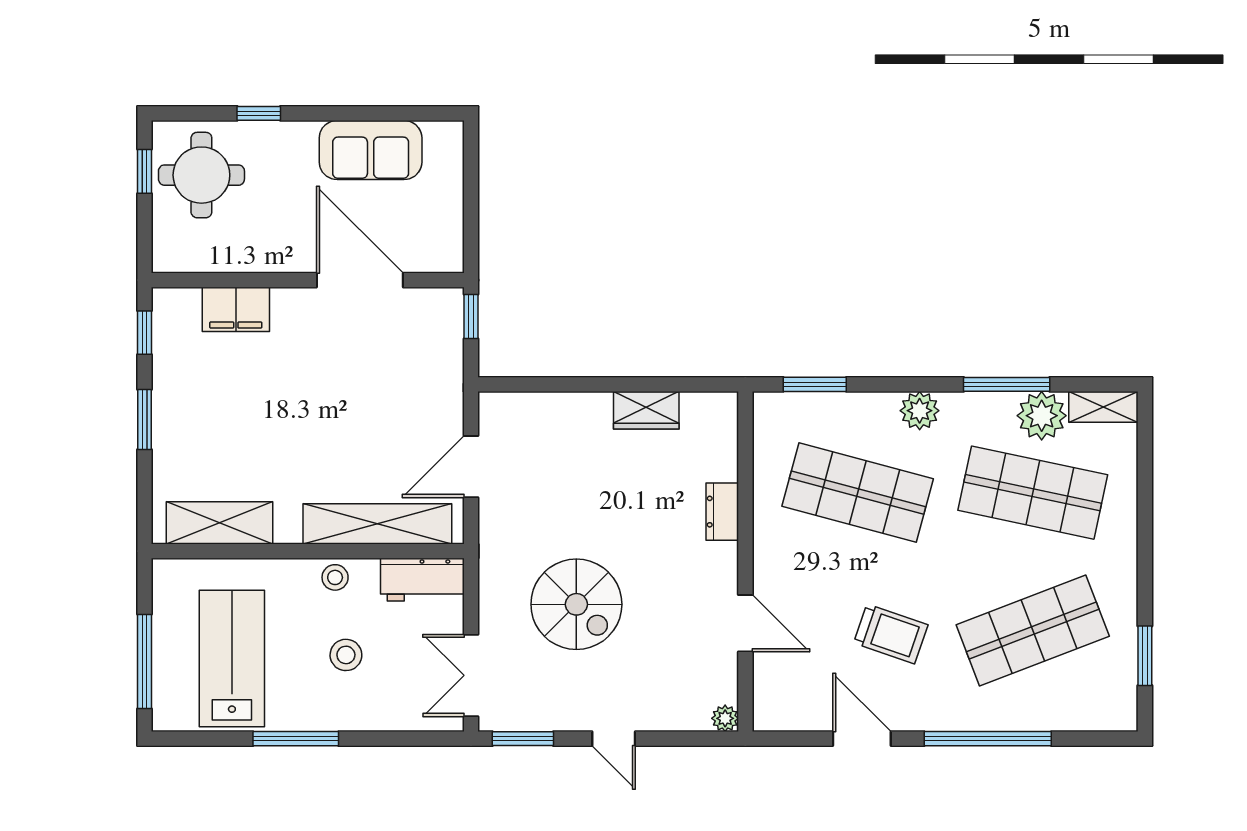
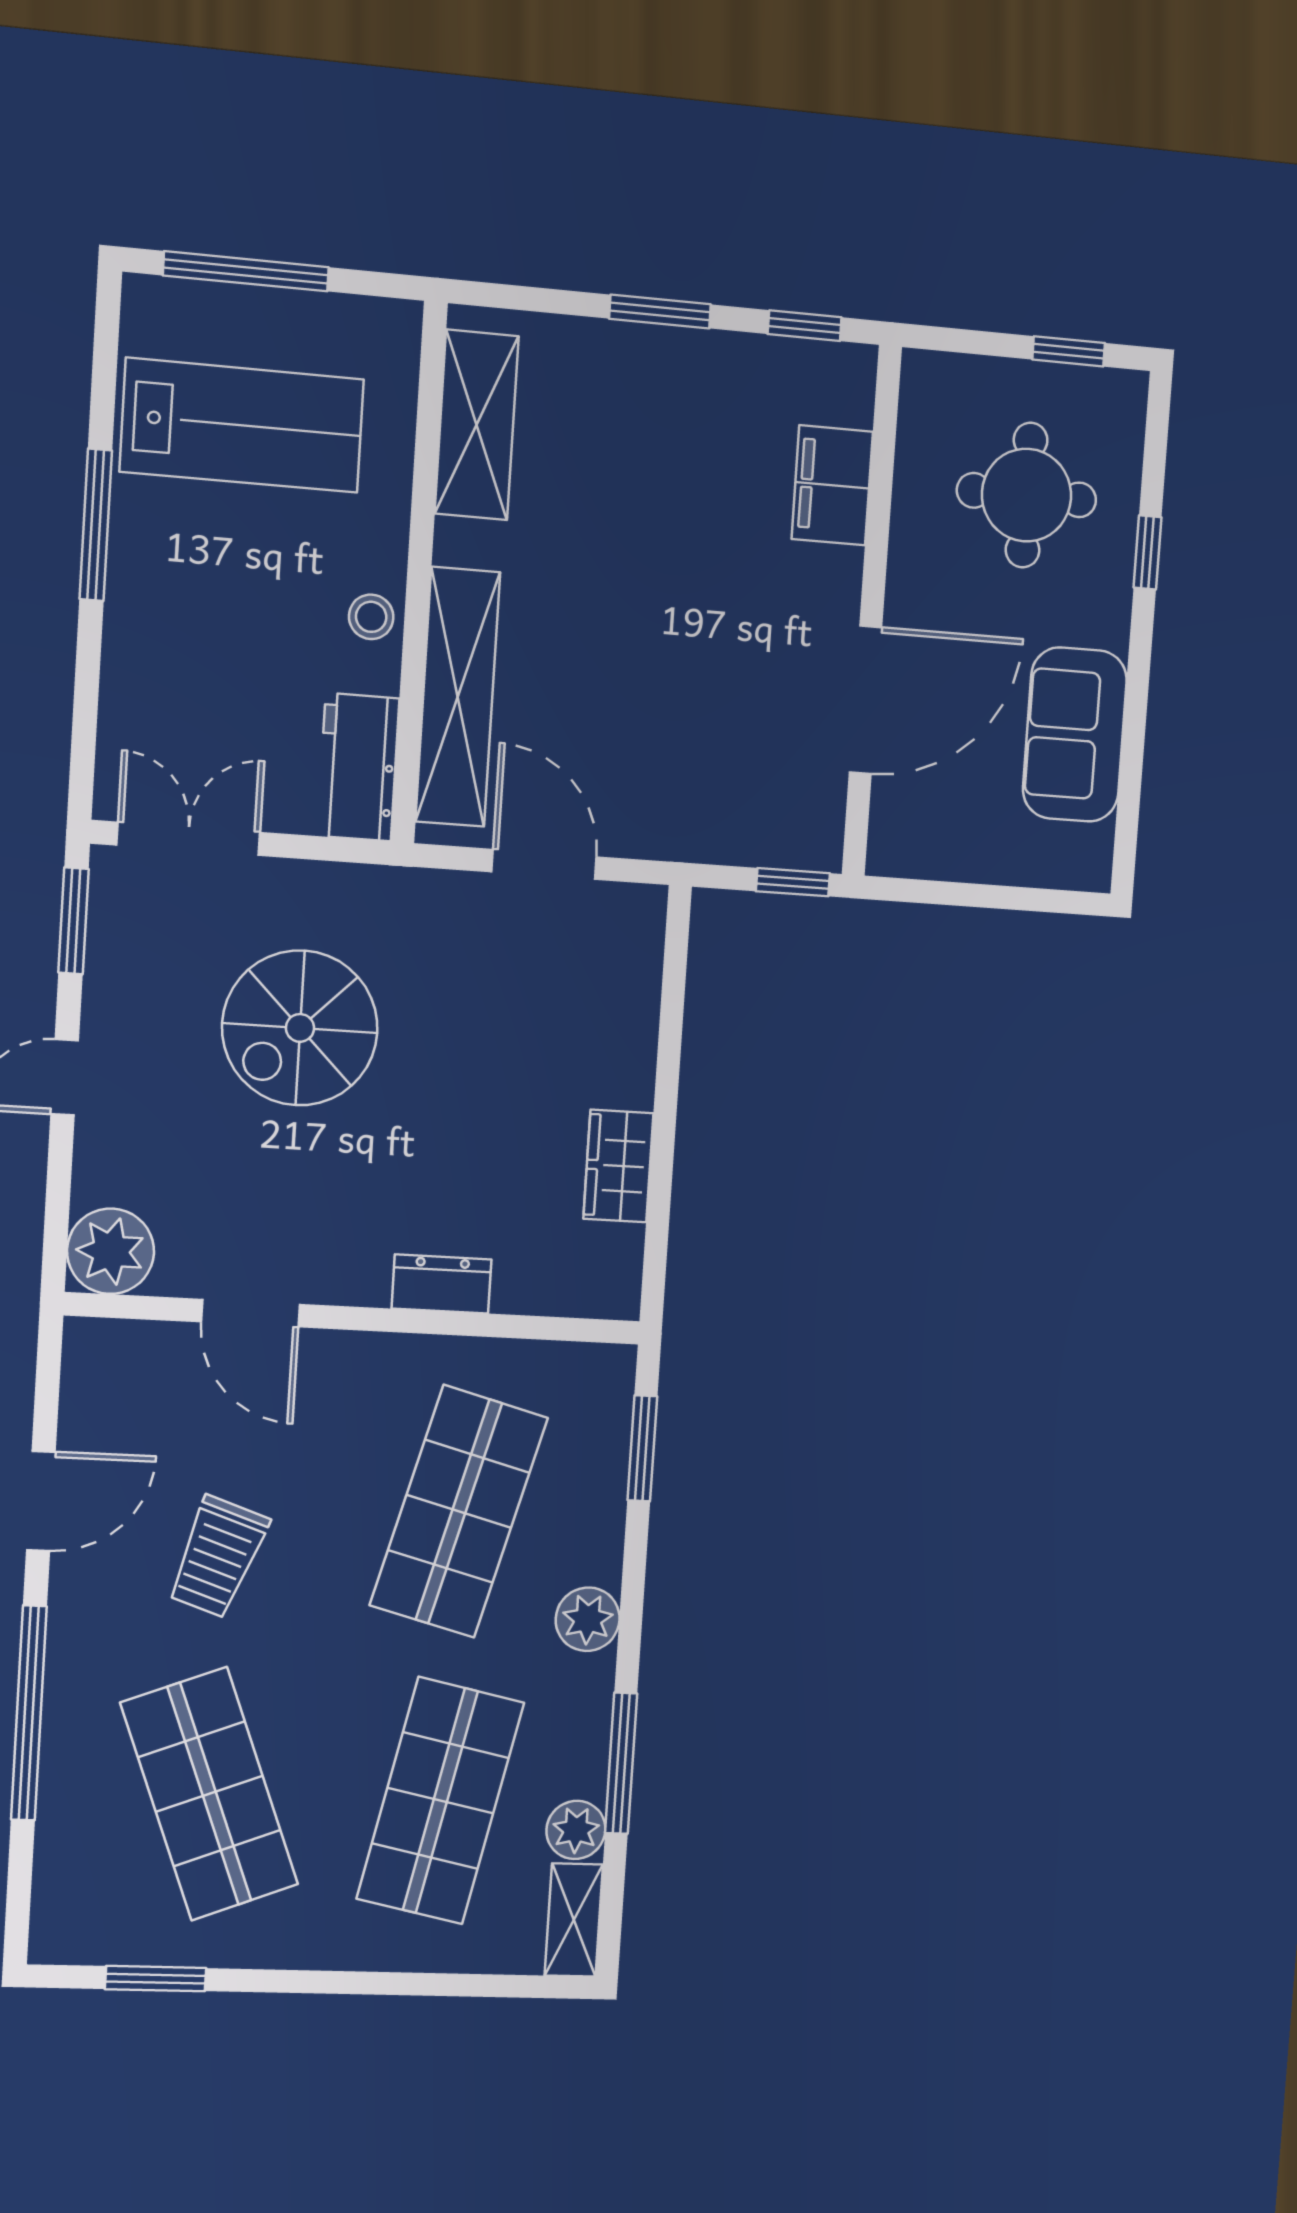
round table: (201, 175) -> (1027, 495), moved
plant: (1042, 416) -> (576, 1830), width x0.73, depth x0.73
door: (745, 623) -> (250, 1313), hinge flipped
stool: (346, 655) -> (237, 625), removed
plant: (725, 718) -> (111, 1251), width x1.88, depth x1.88

